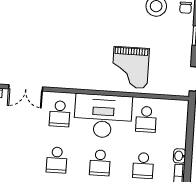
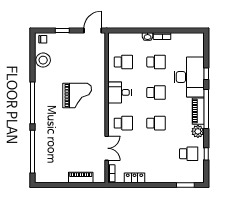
grand piano: (130, 67) -> (77, 95), moved
desk: (103, 116) -> (119, 92), width x0.53, depth x0.77

